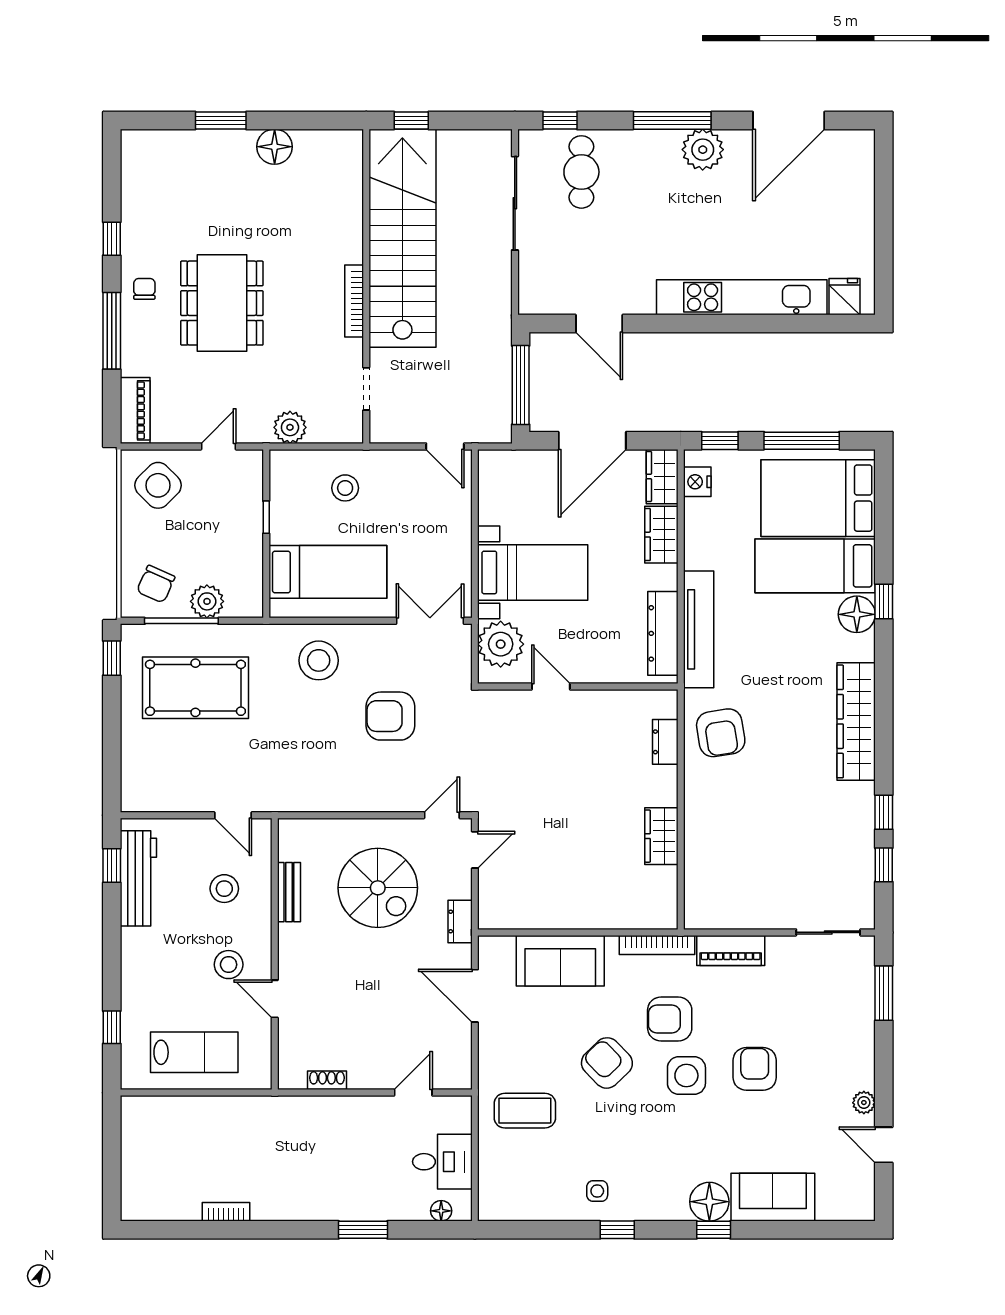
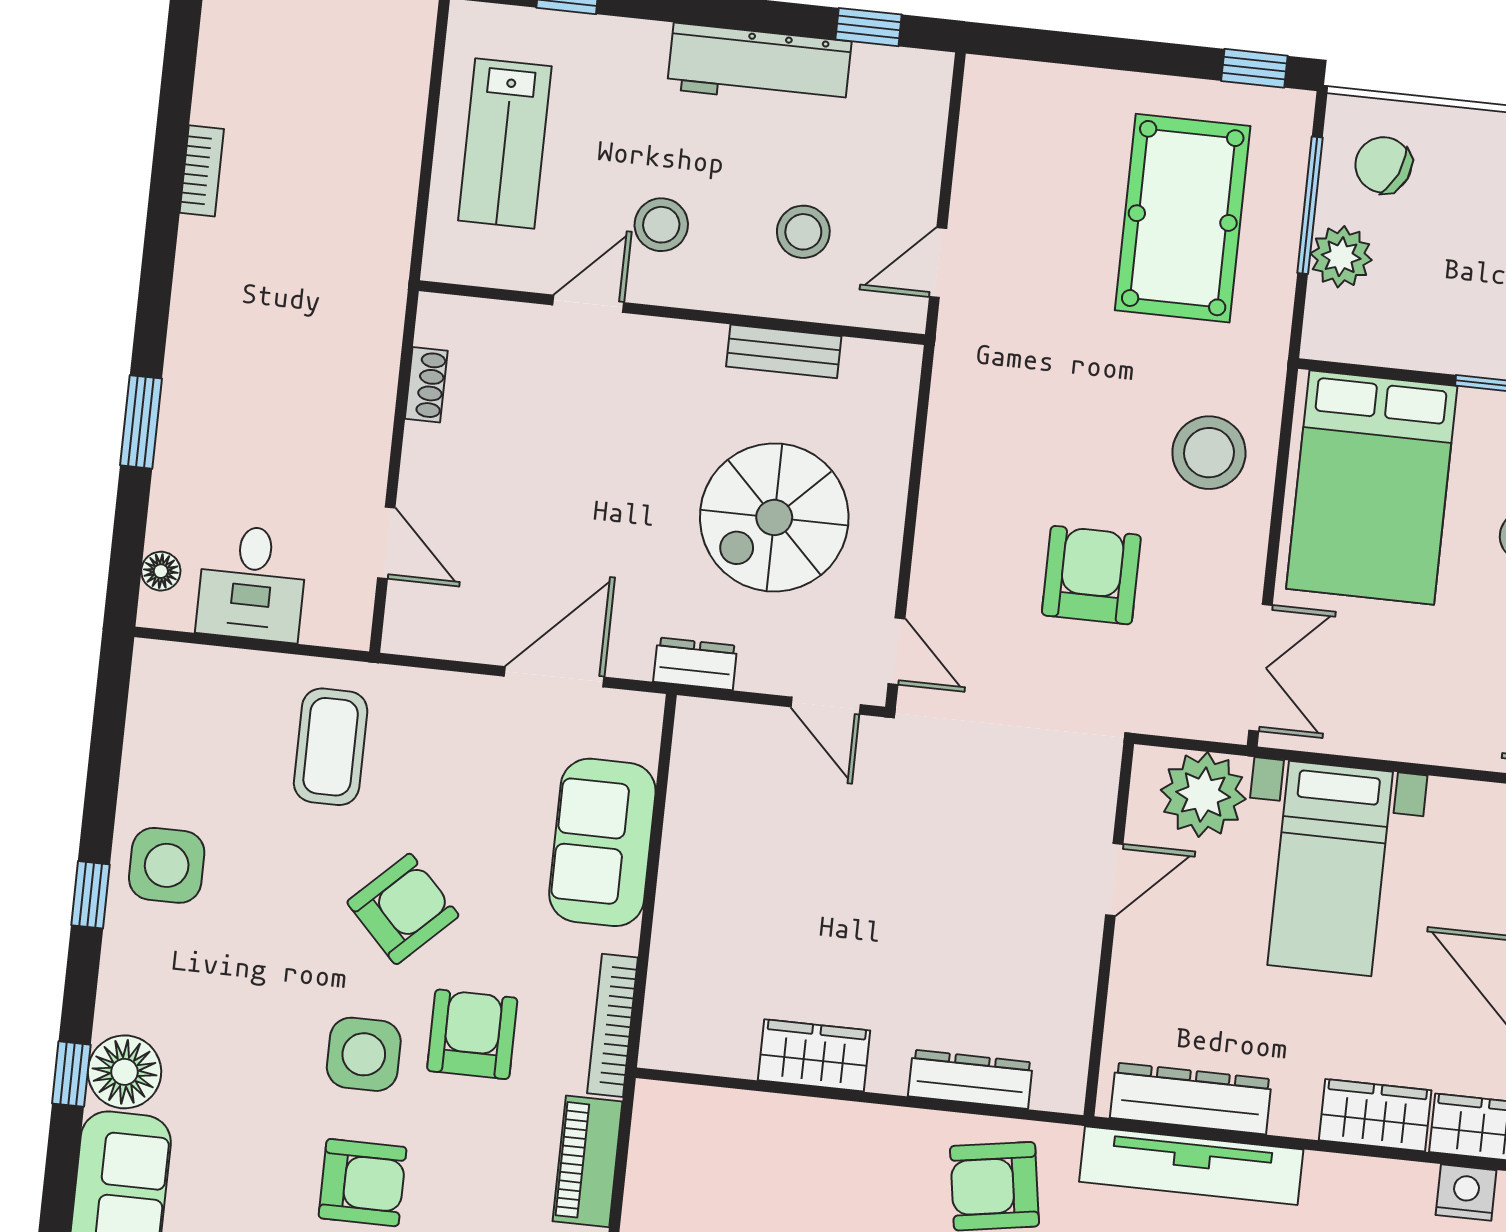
bed: (328, 572) -> (1372, 487), width x1.50
dresser: (665, 742) -> (970, 1079), width x1.44
workbench: (138, 878) -> (759, 65), moved
side table: (597, 1191) -> (167, 865), width x1.87, depth x1.87

